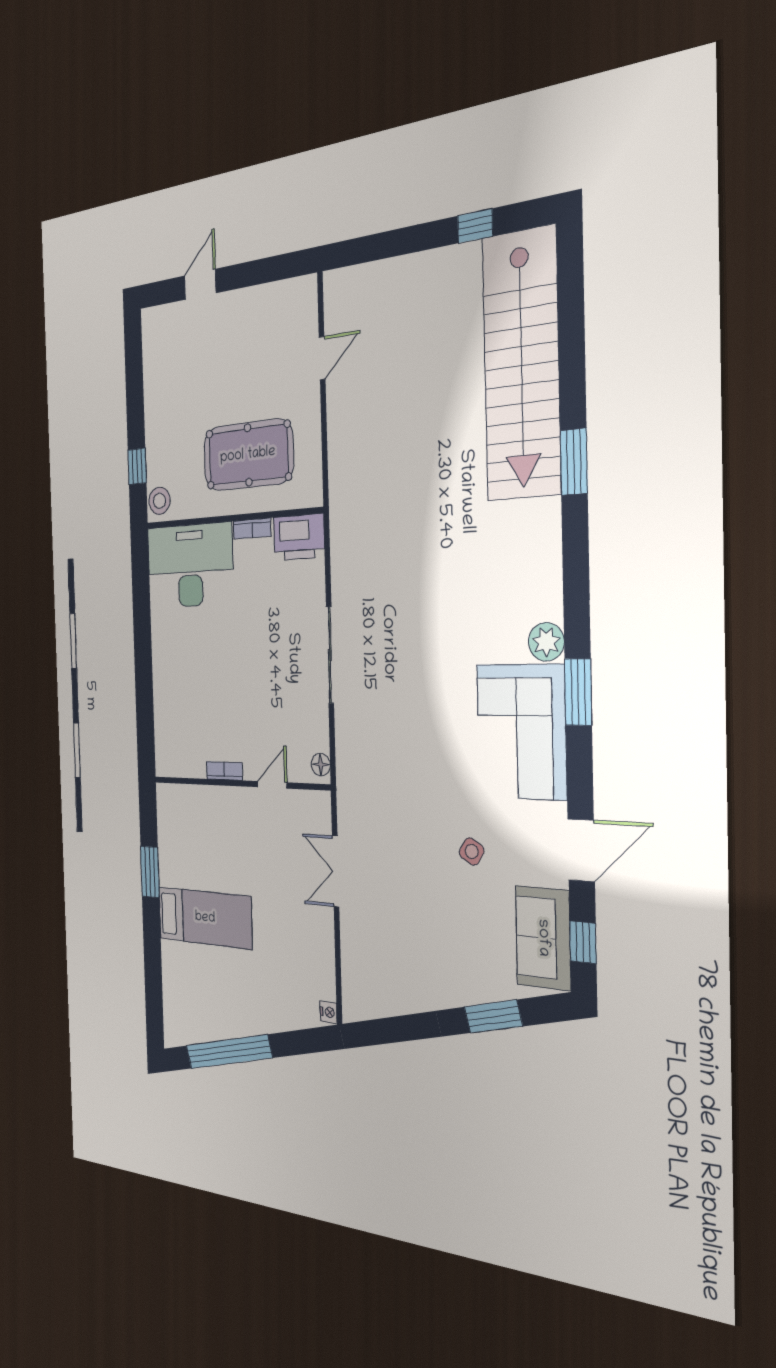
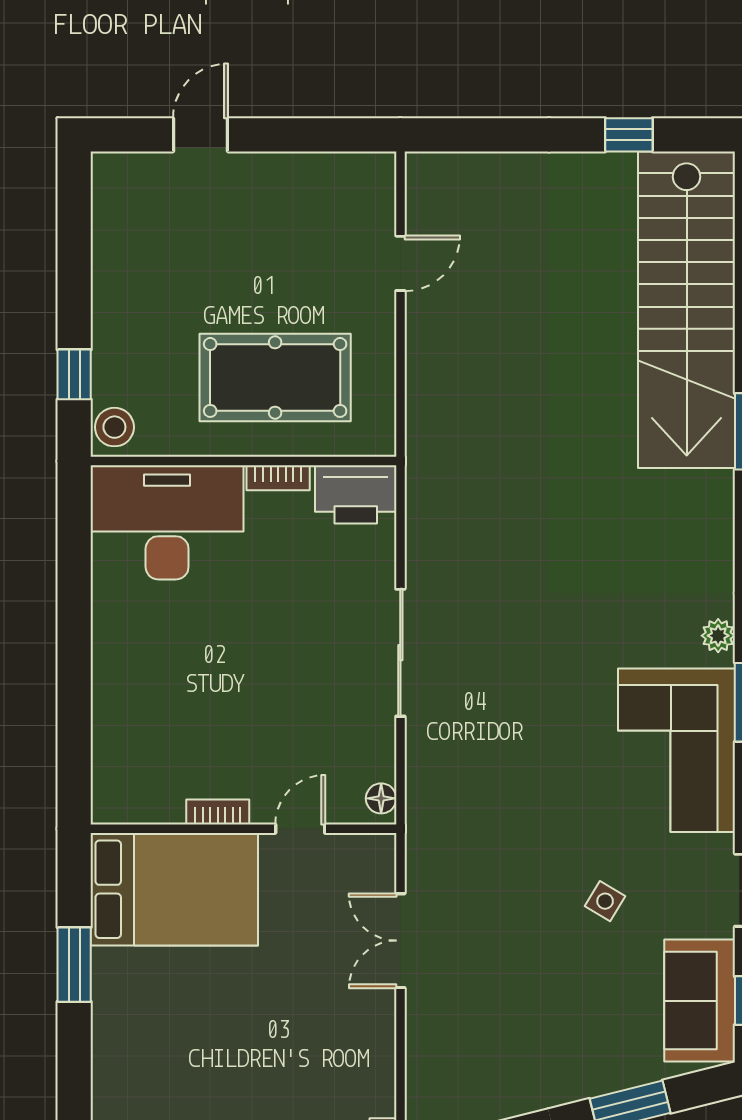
plant: (546, 642) -> (718, 636), width x0.73, depth x0.73
bed: (205, 918) -> (174, 889), moved, width x1.50

